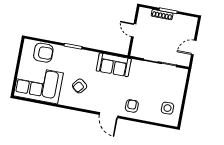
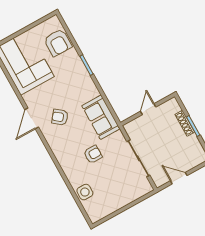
armchair: (80, 86) -> (60, 117), moved
armchair: (132, 106) -> (93, 154), moved
side table: (167, 108) -> (85, 192), moved
door: (109, 115) -> (32, 118), moved

